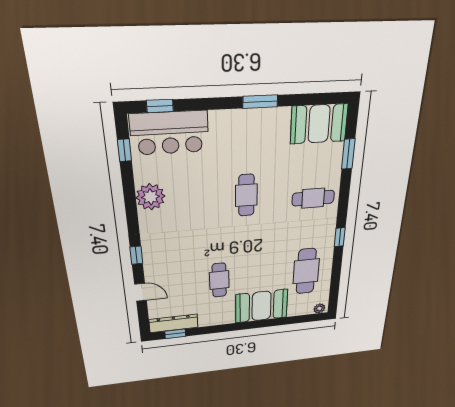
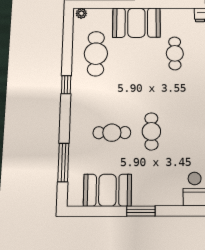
booth: (319, 124) -> (107, 190), moved
window: (348, 154) -> (63, 162), width x1.44
cafe table: (313, 198) -> (112, 133), moved

